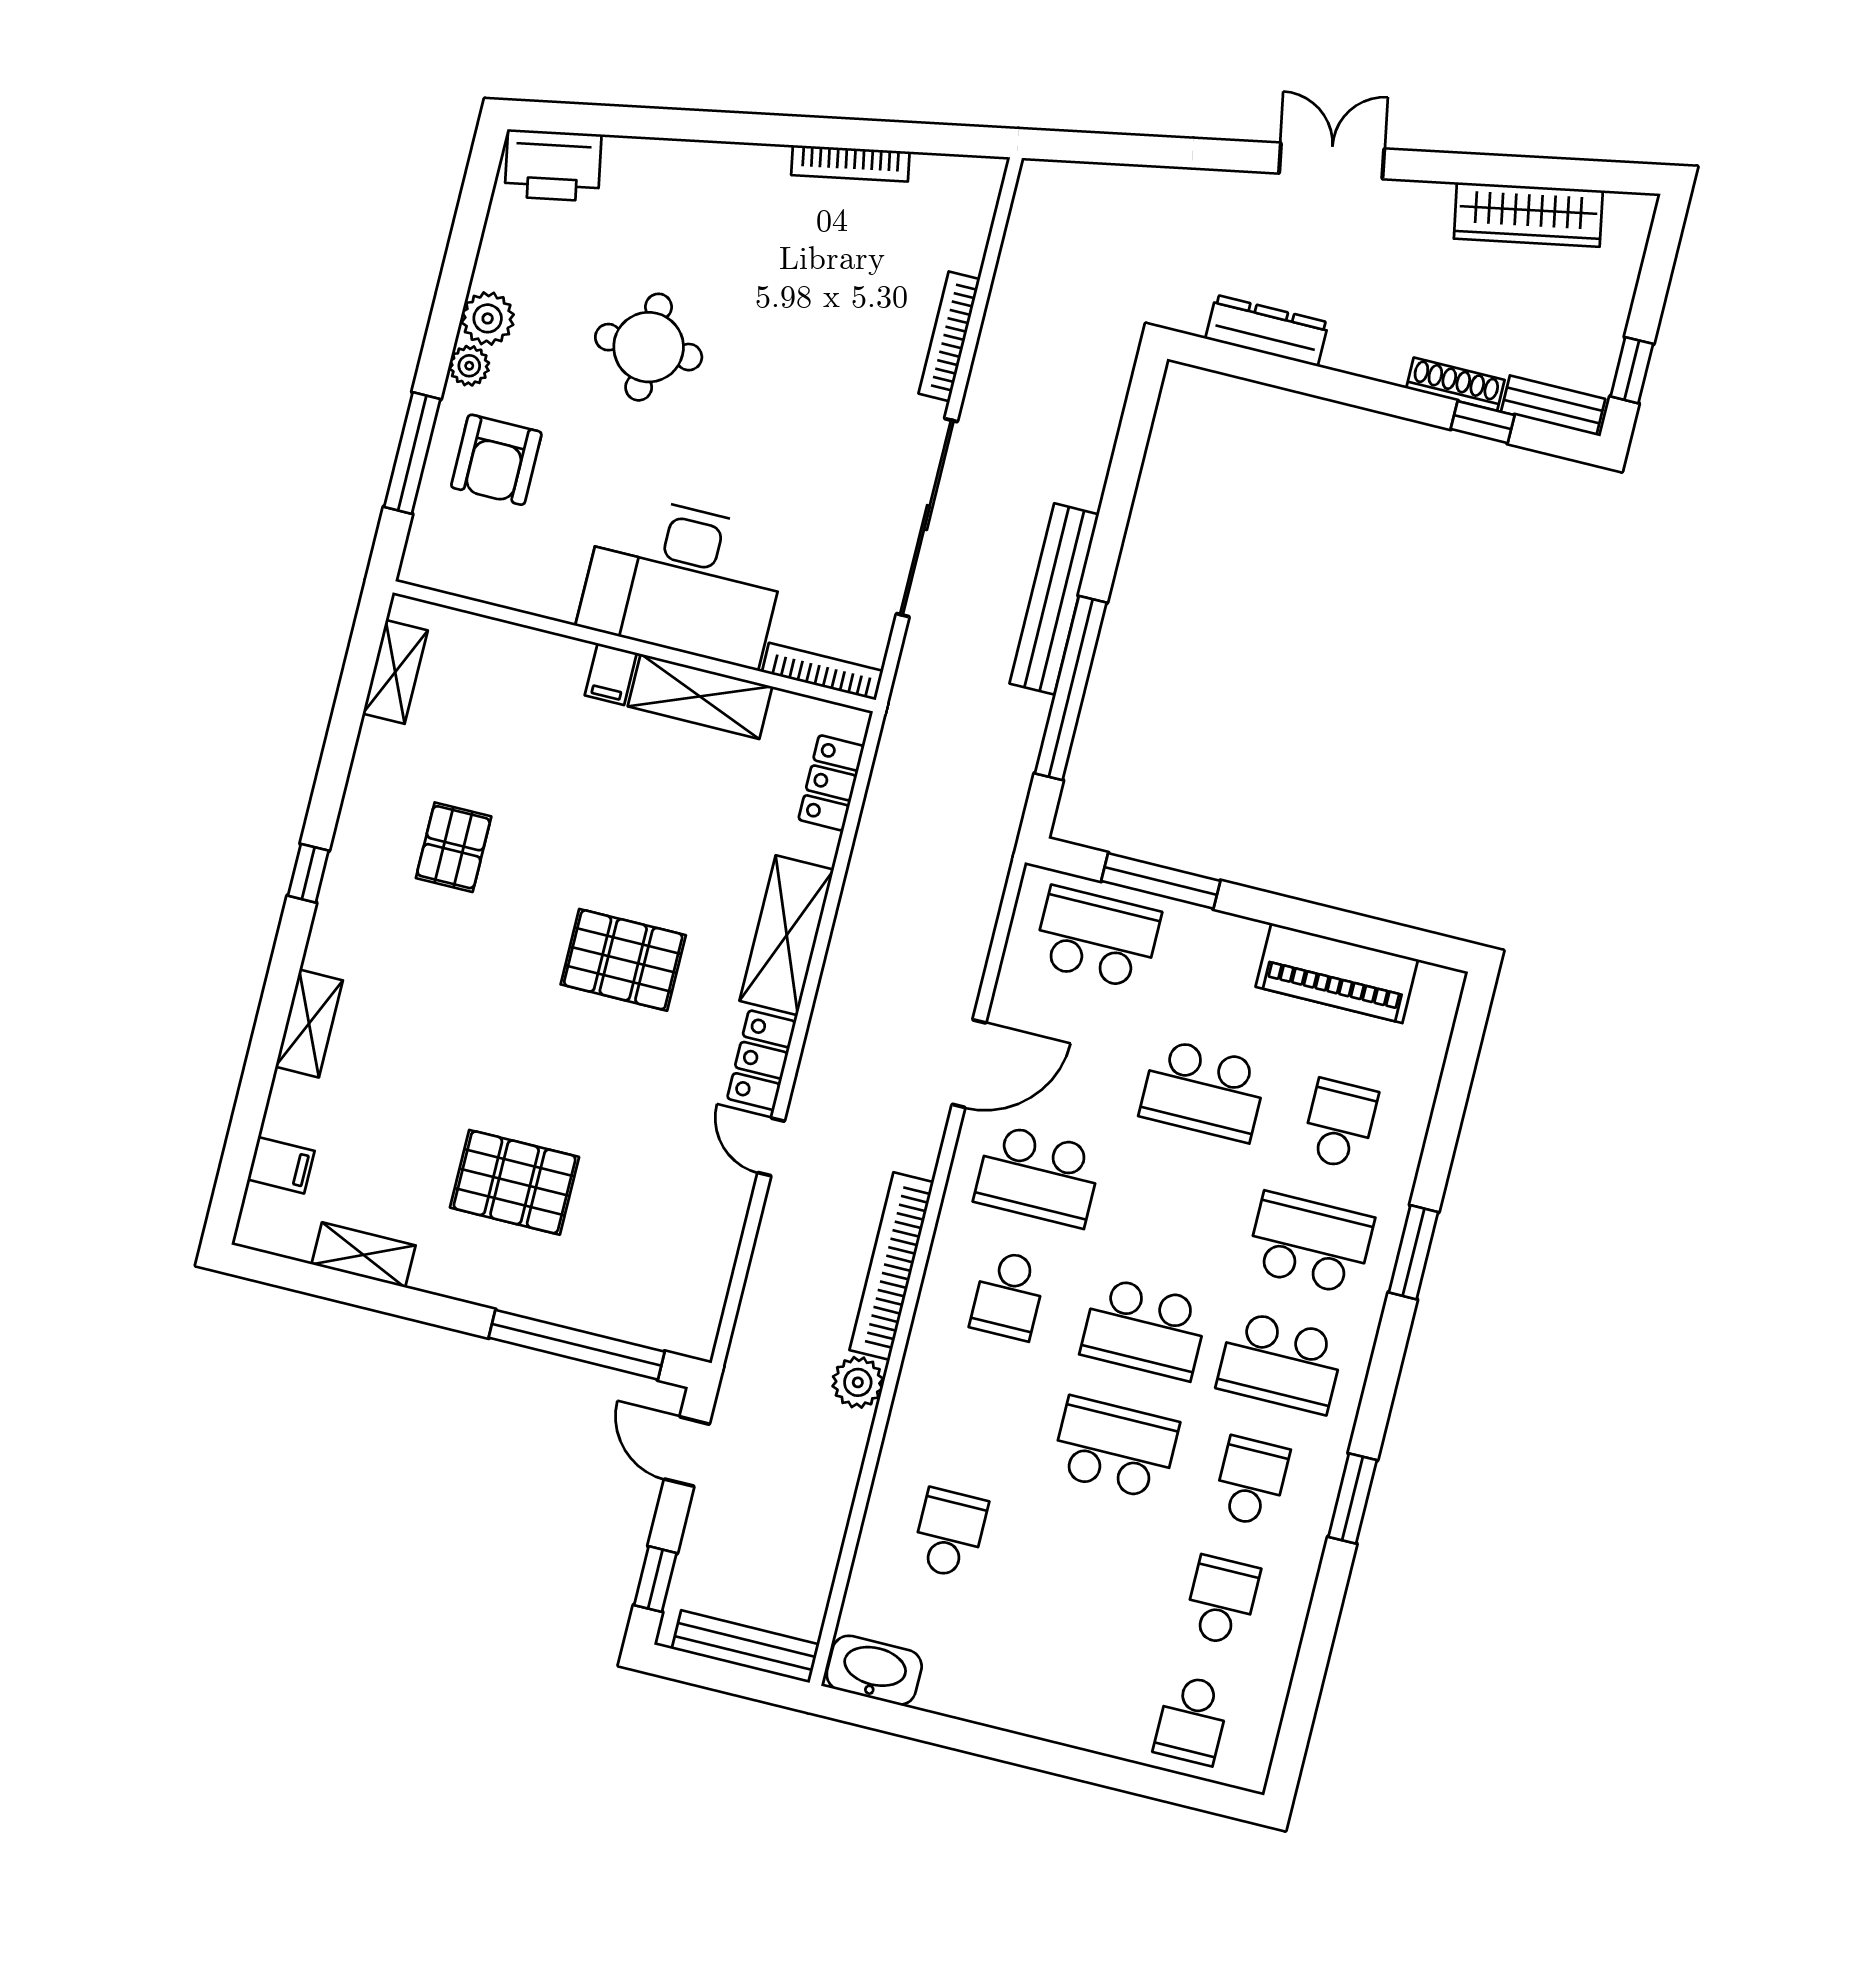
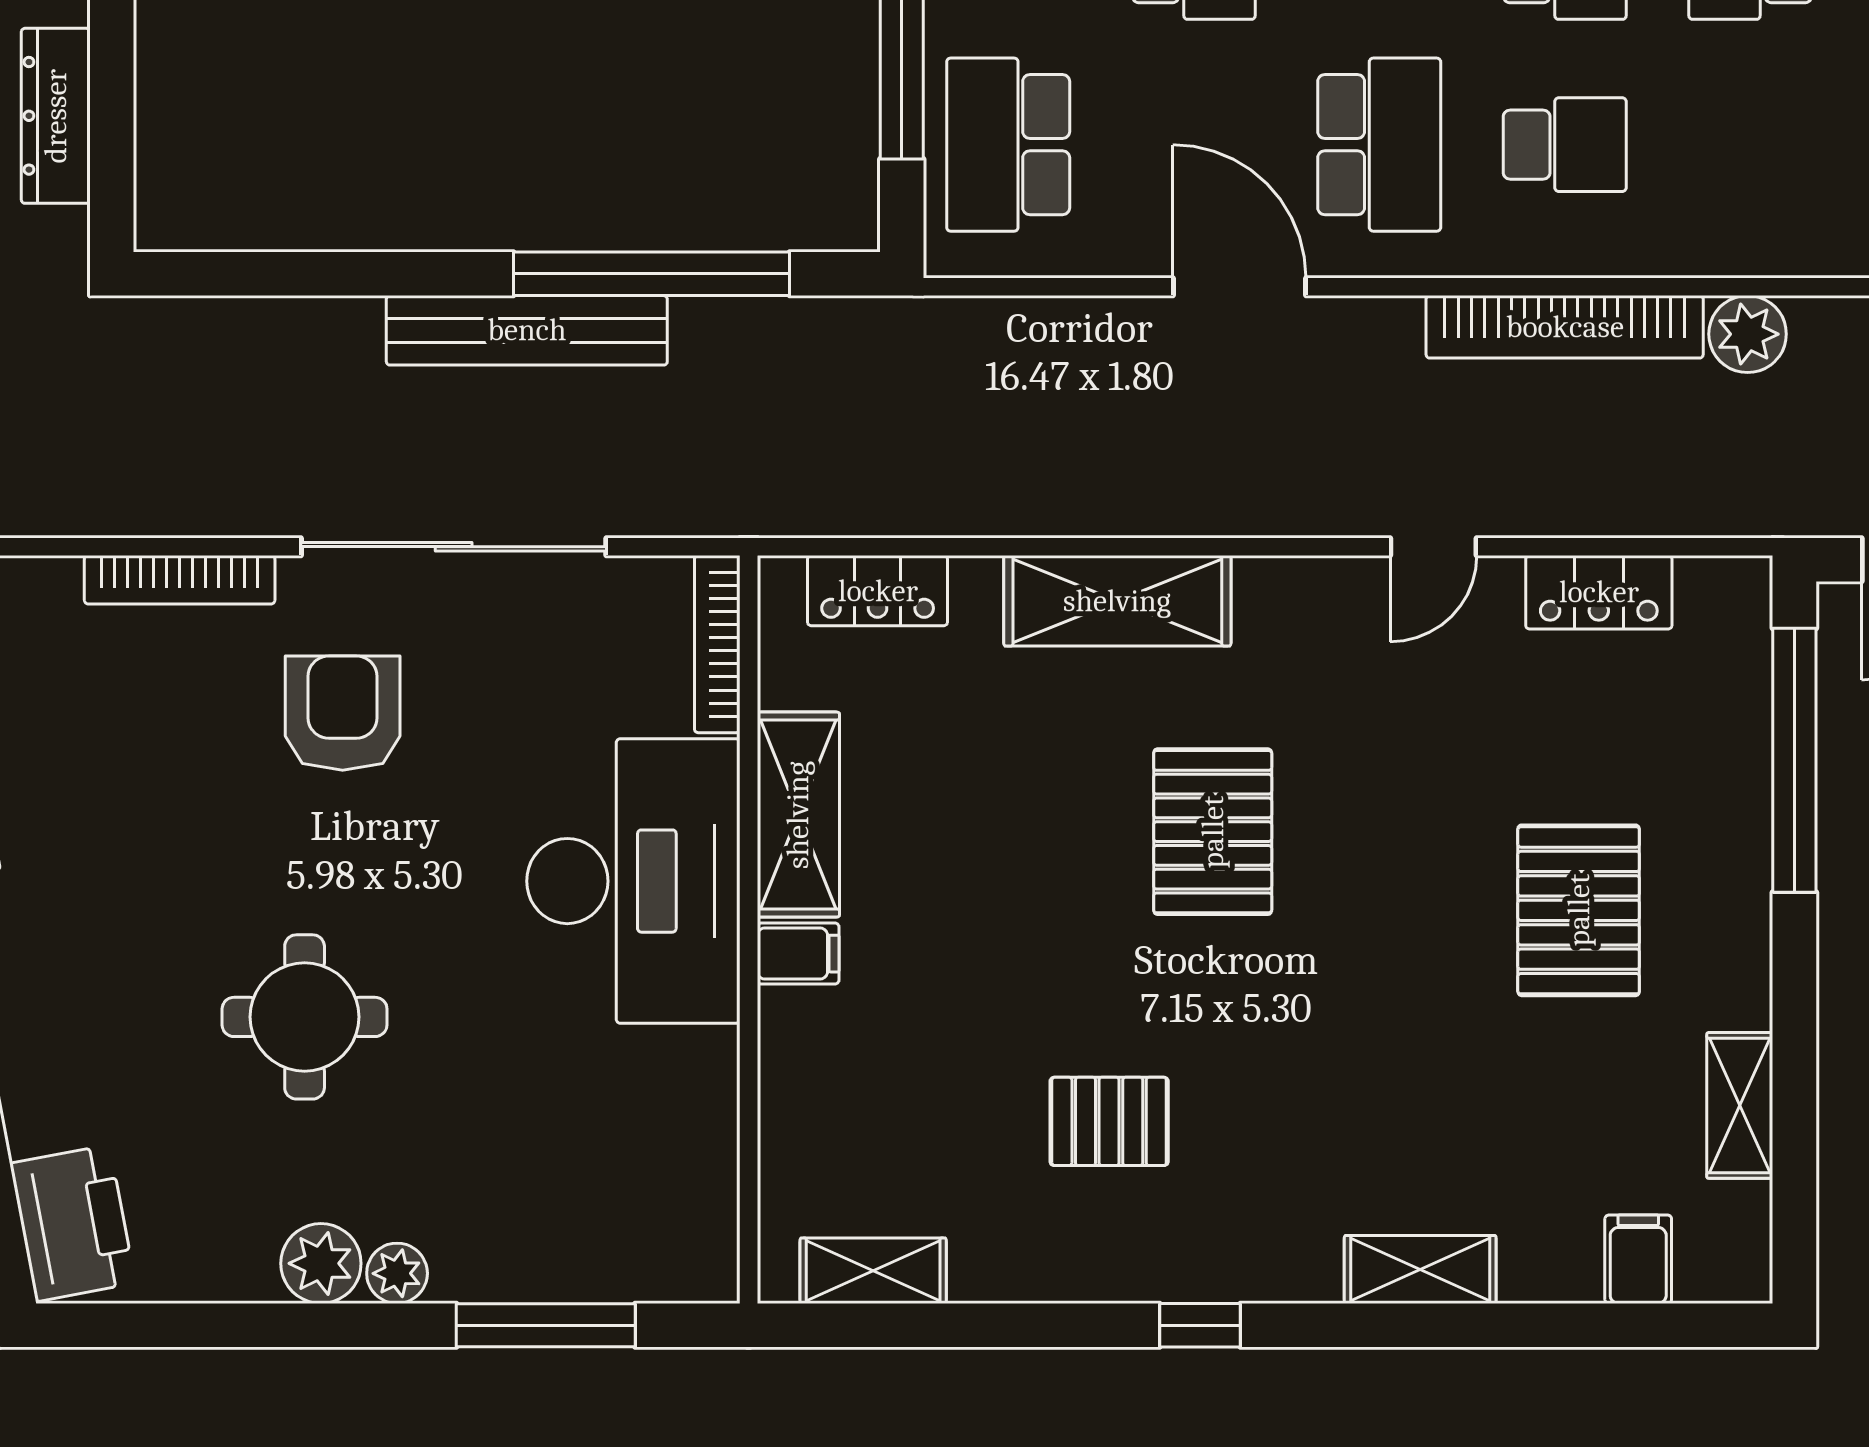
armchair: (496, 460) -> (343, 713), moved, turned -90
locker: (762, 1060) -> (1599, 592), moved

